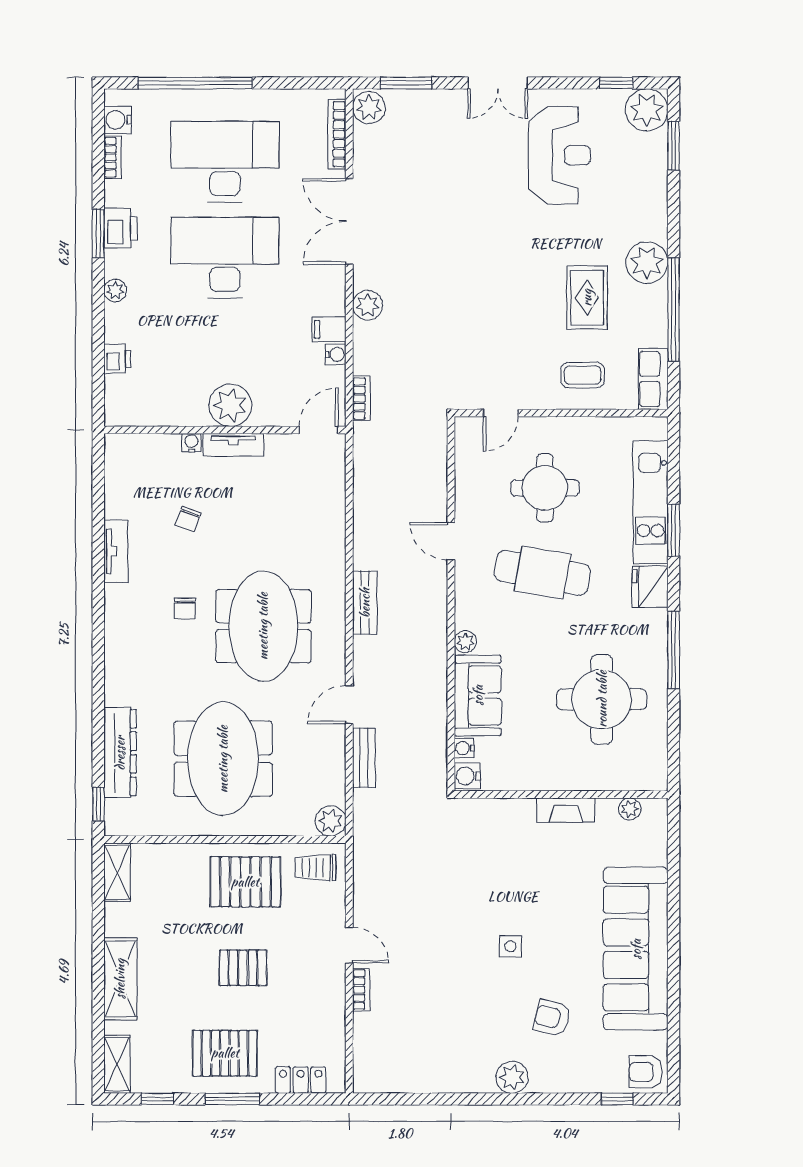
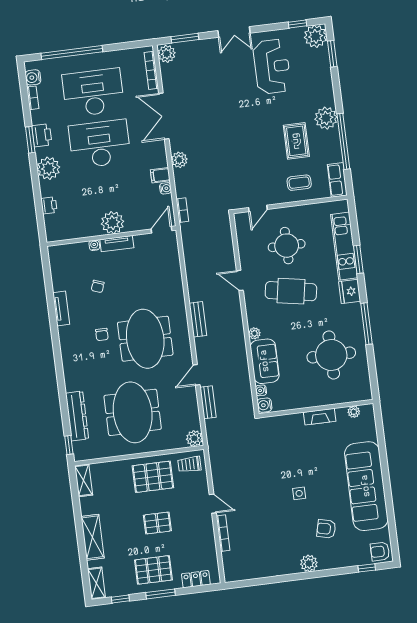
plant: (115, 291) -> (49, 168), width x1.87, depth x1.87
bookcase: (361, 990) -> (223, 533), width x1.56

